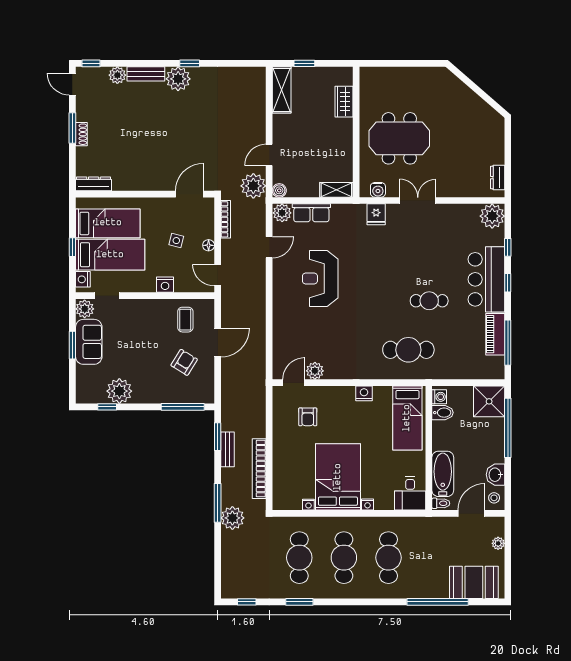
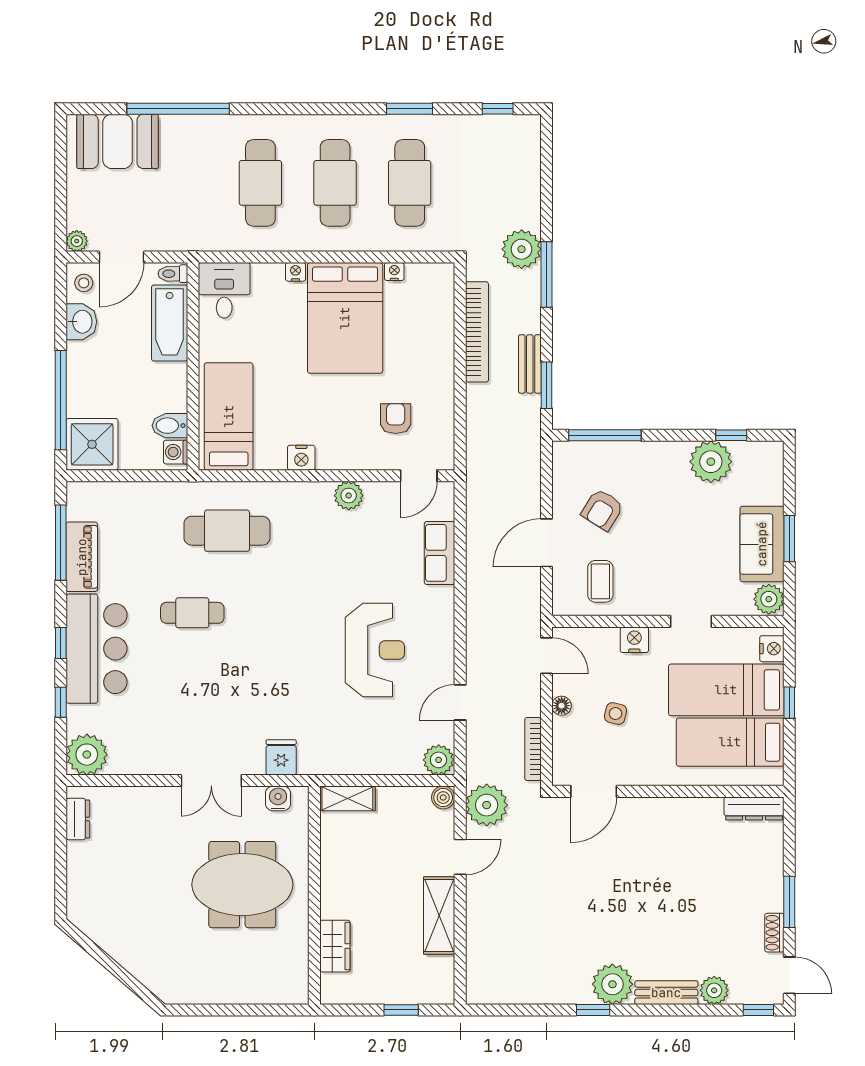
shelving: (282, 90) -> (439, 915), moved
shoe rack: (81, 134) -> (774, 933), moved
row of seats: (311, 213) -> (440, 553), moved, turned -90
doorway: (107, 296) -> (691, 621), moved
plant: (315, 371) -> (349, 496), moved
plant: (498, 543) -> (77, 241), moved

